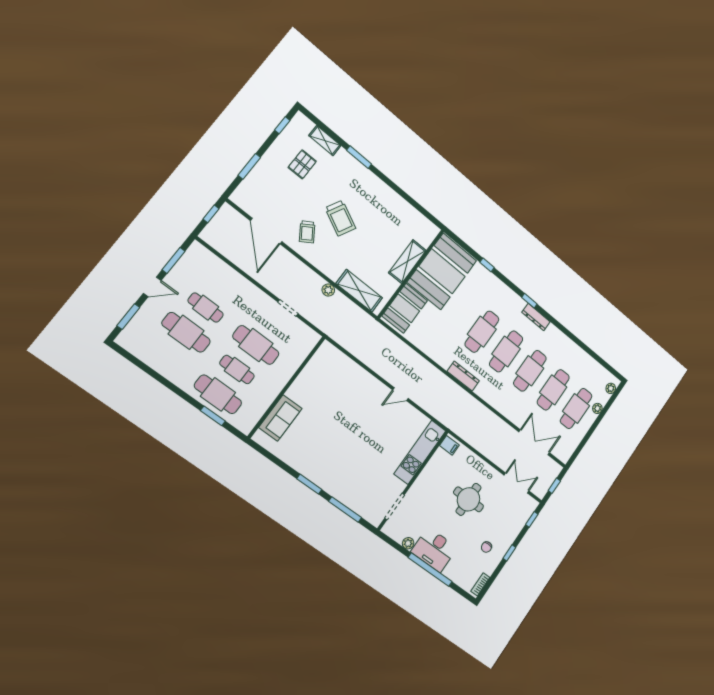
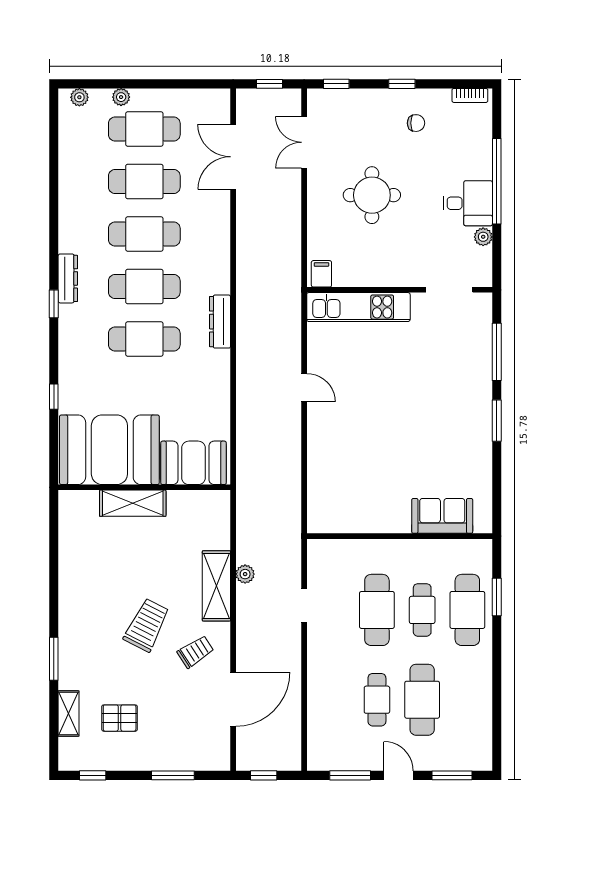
shelving: (359, 291) -> (216, 586), moved
desk: (434, 550) -> (468, 203), width x0.73

